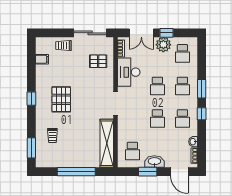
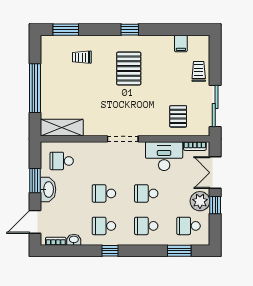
window: (202, 89) -> (179, 251), moved
pallet: (61, 99) -> (129, 69), turned 90
shelving: (107, 143) -> (62, 128), width x0.68

